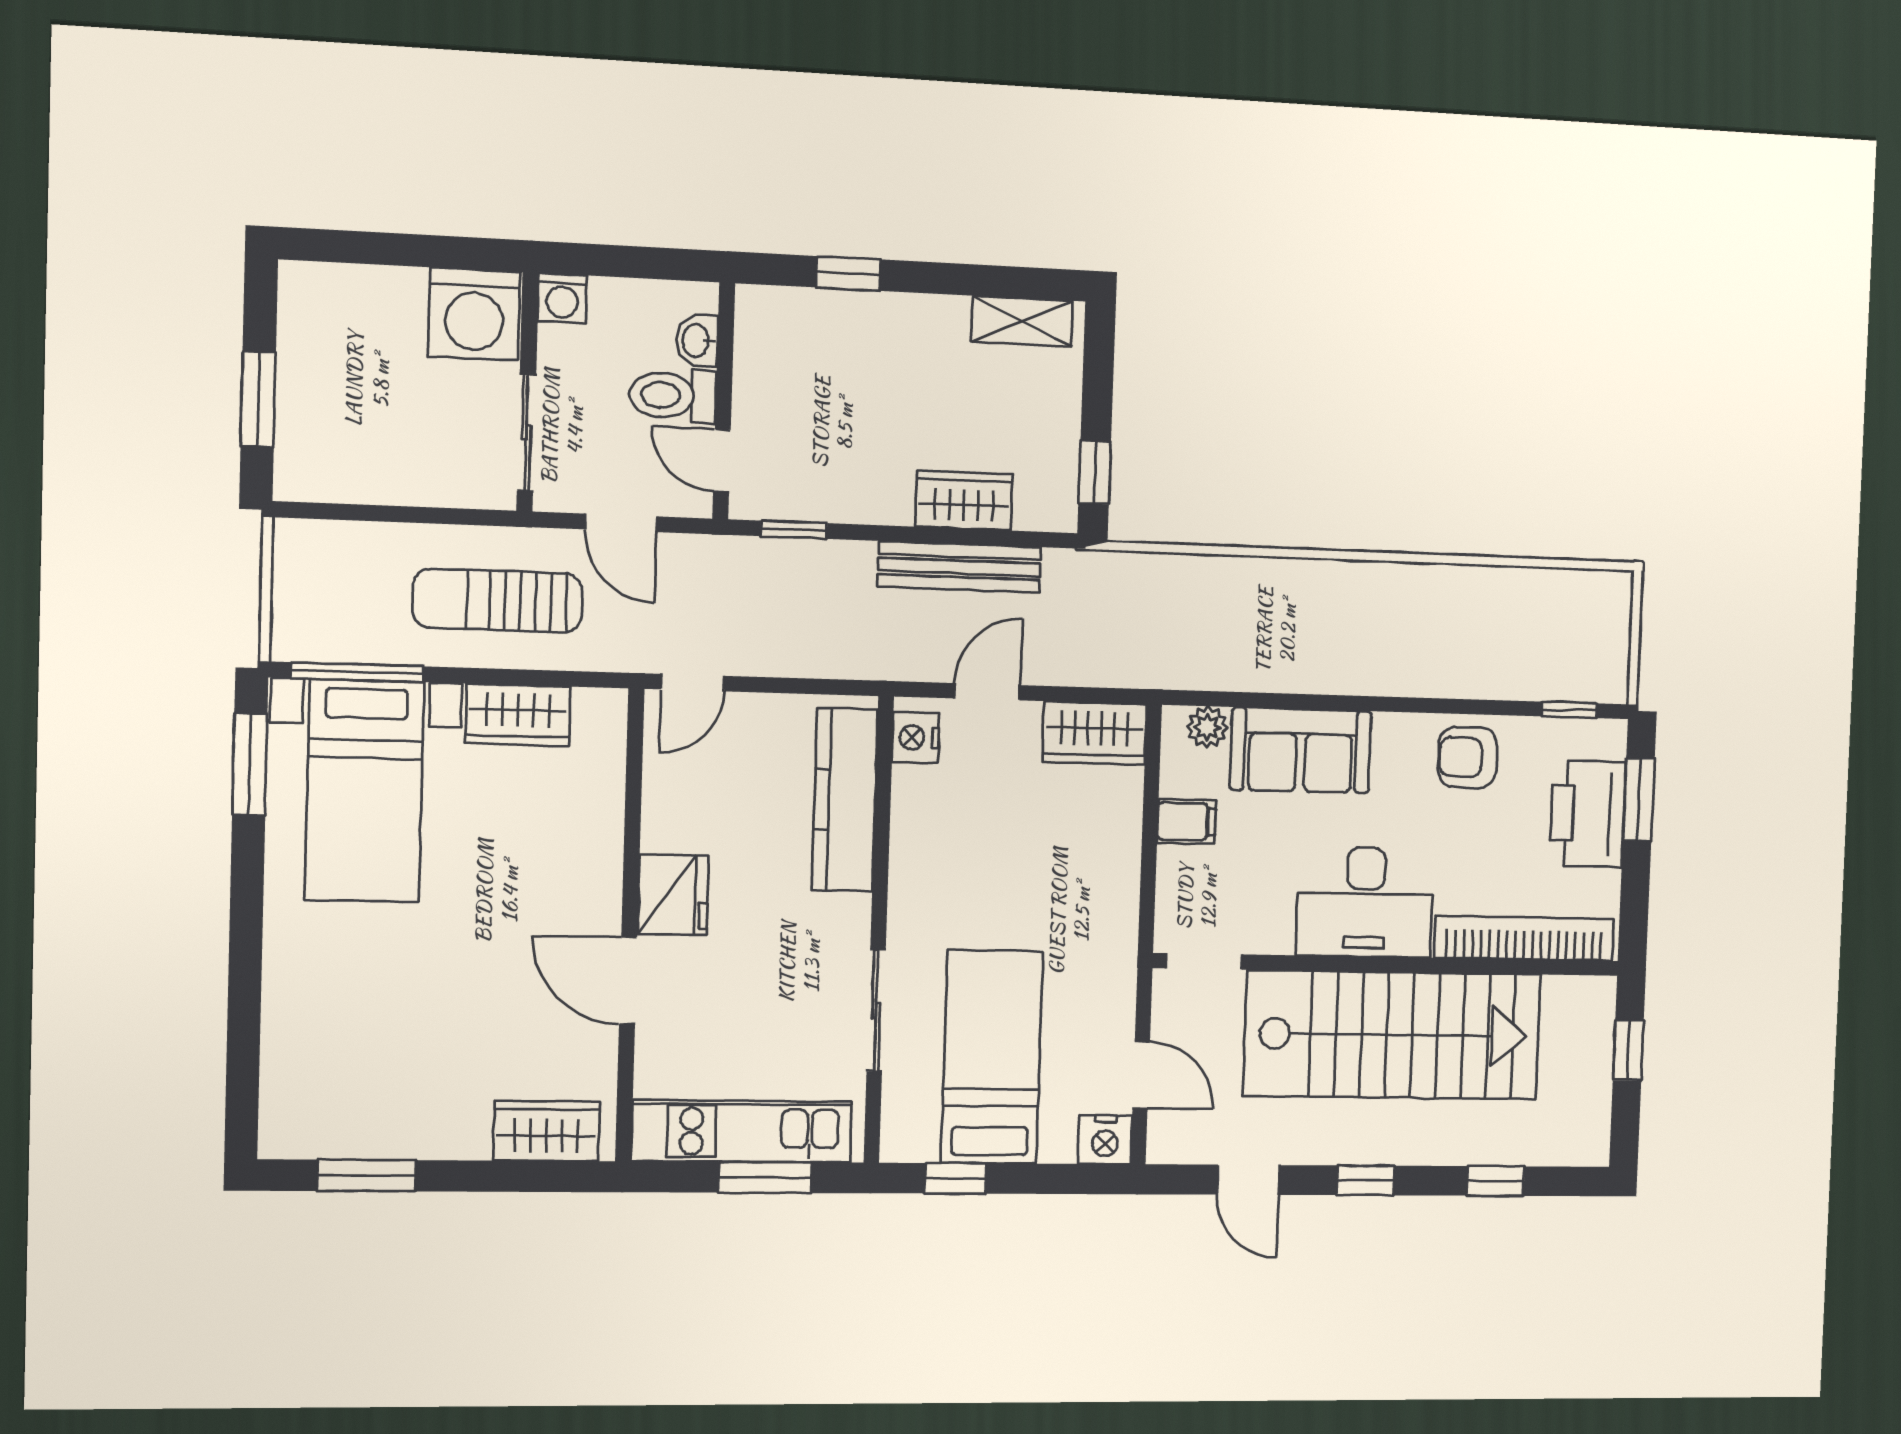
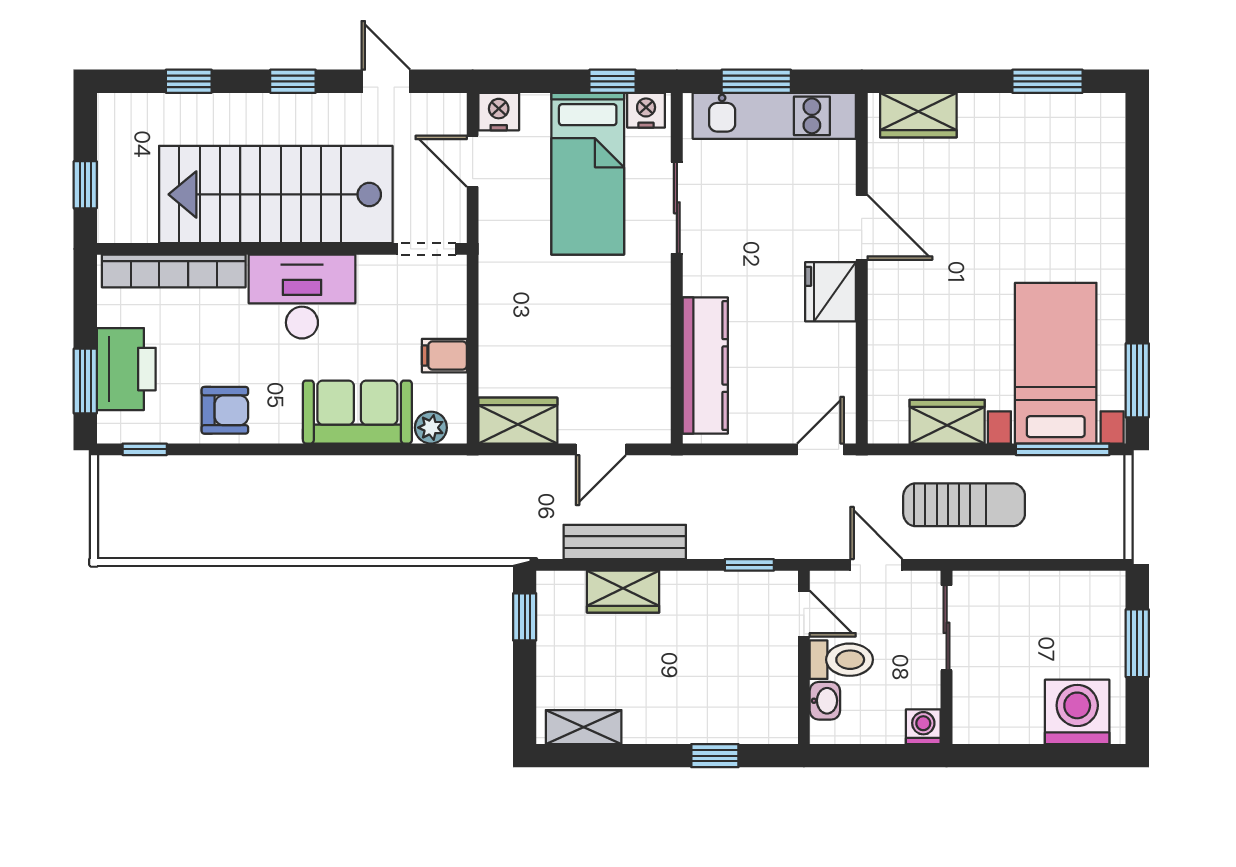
washing machine: (474, 314) -> (1077, 712), moved
nightstand: (916, 738) -> (646, 110), moved, turned -90

